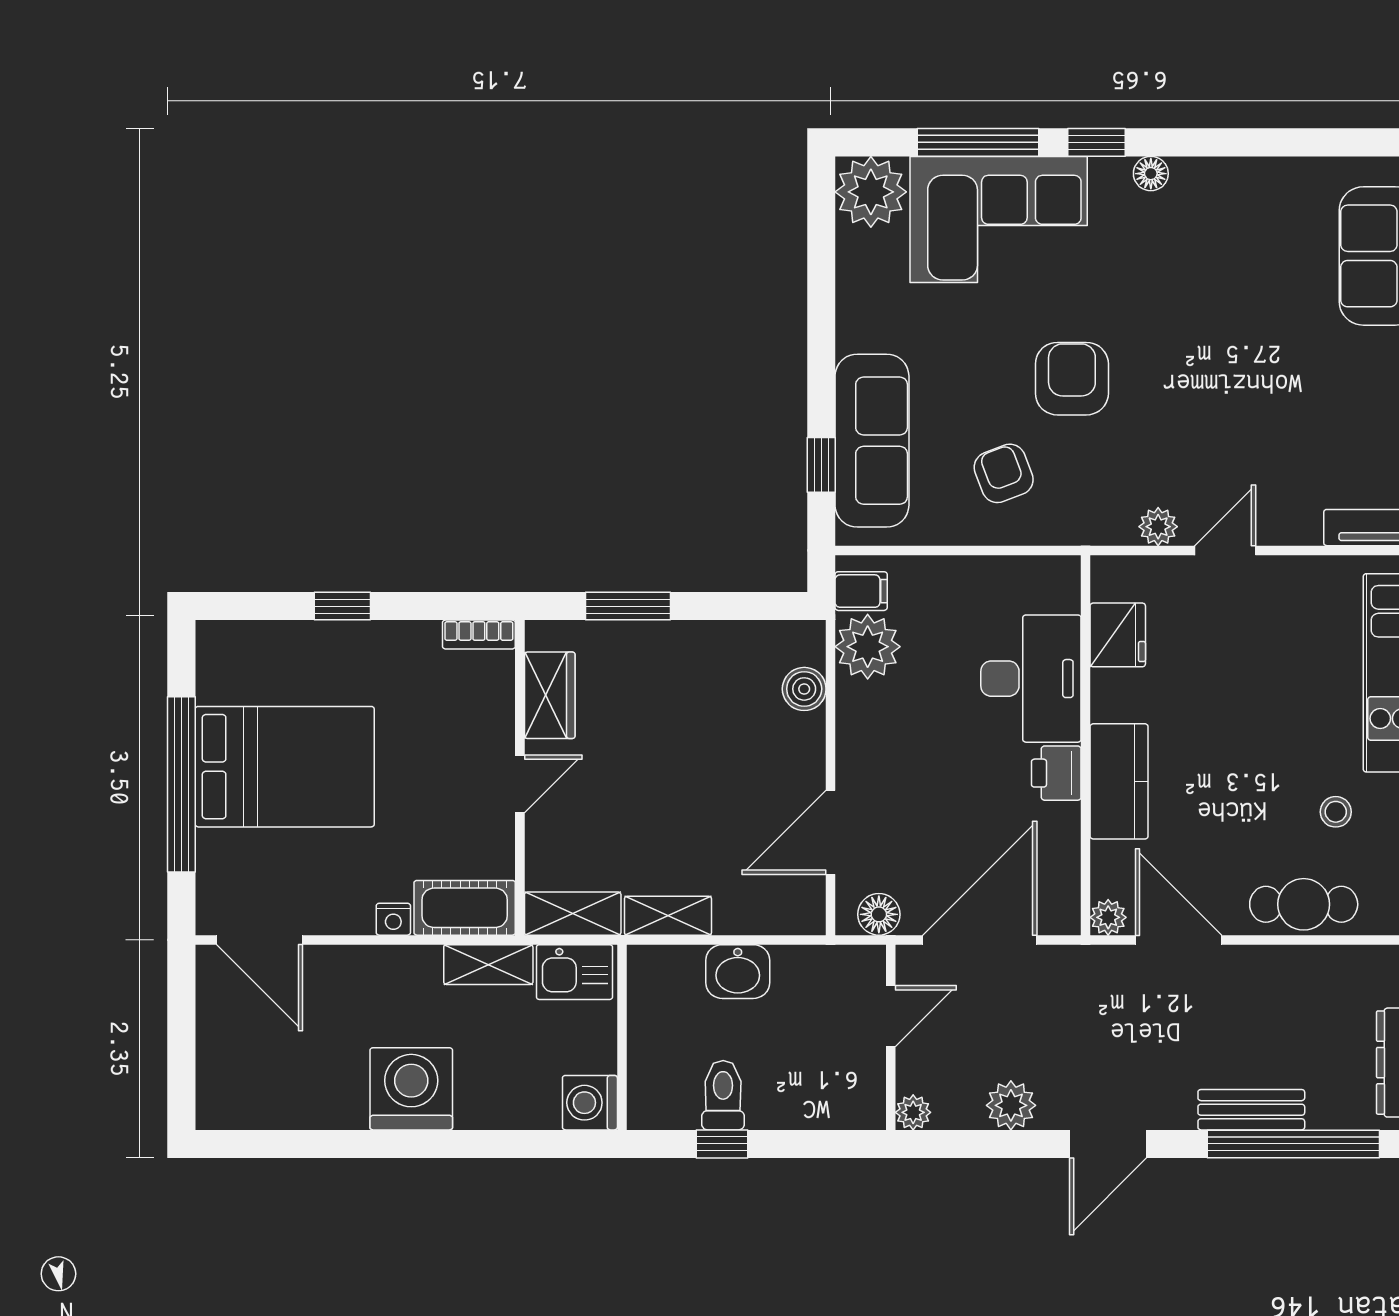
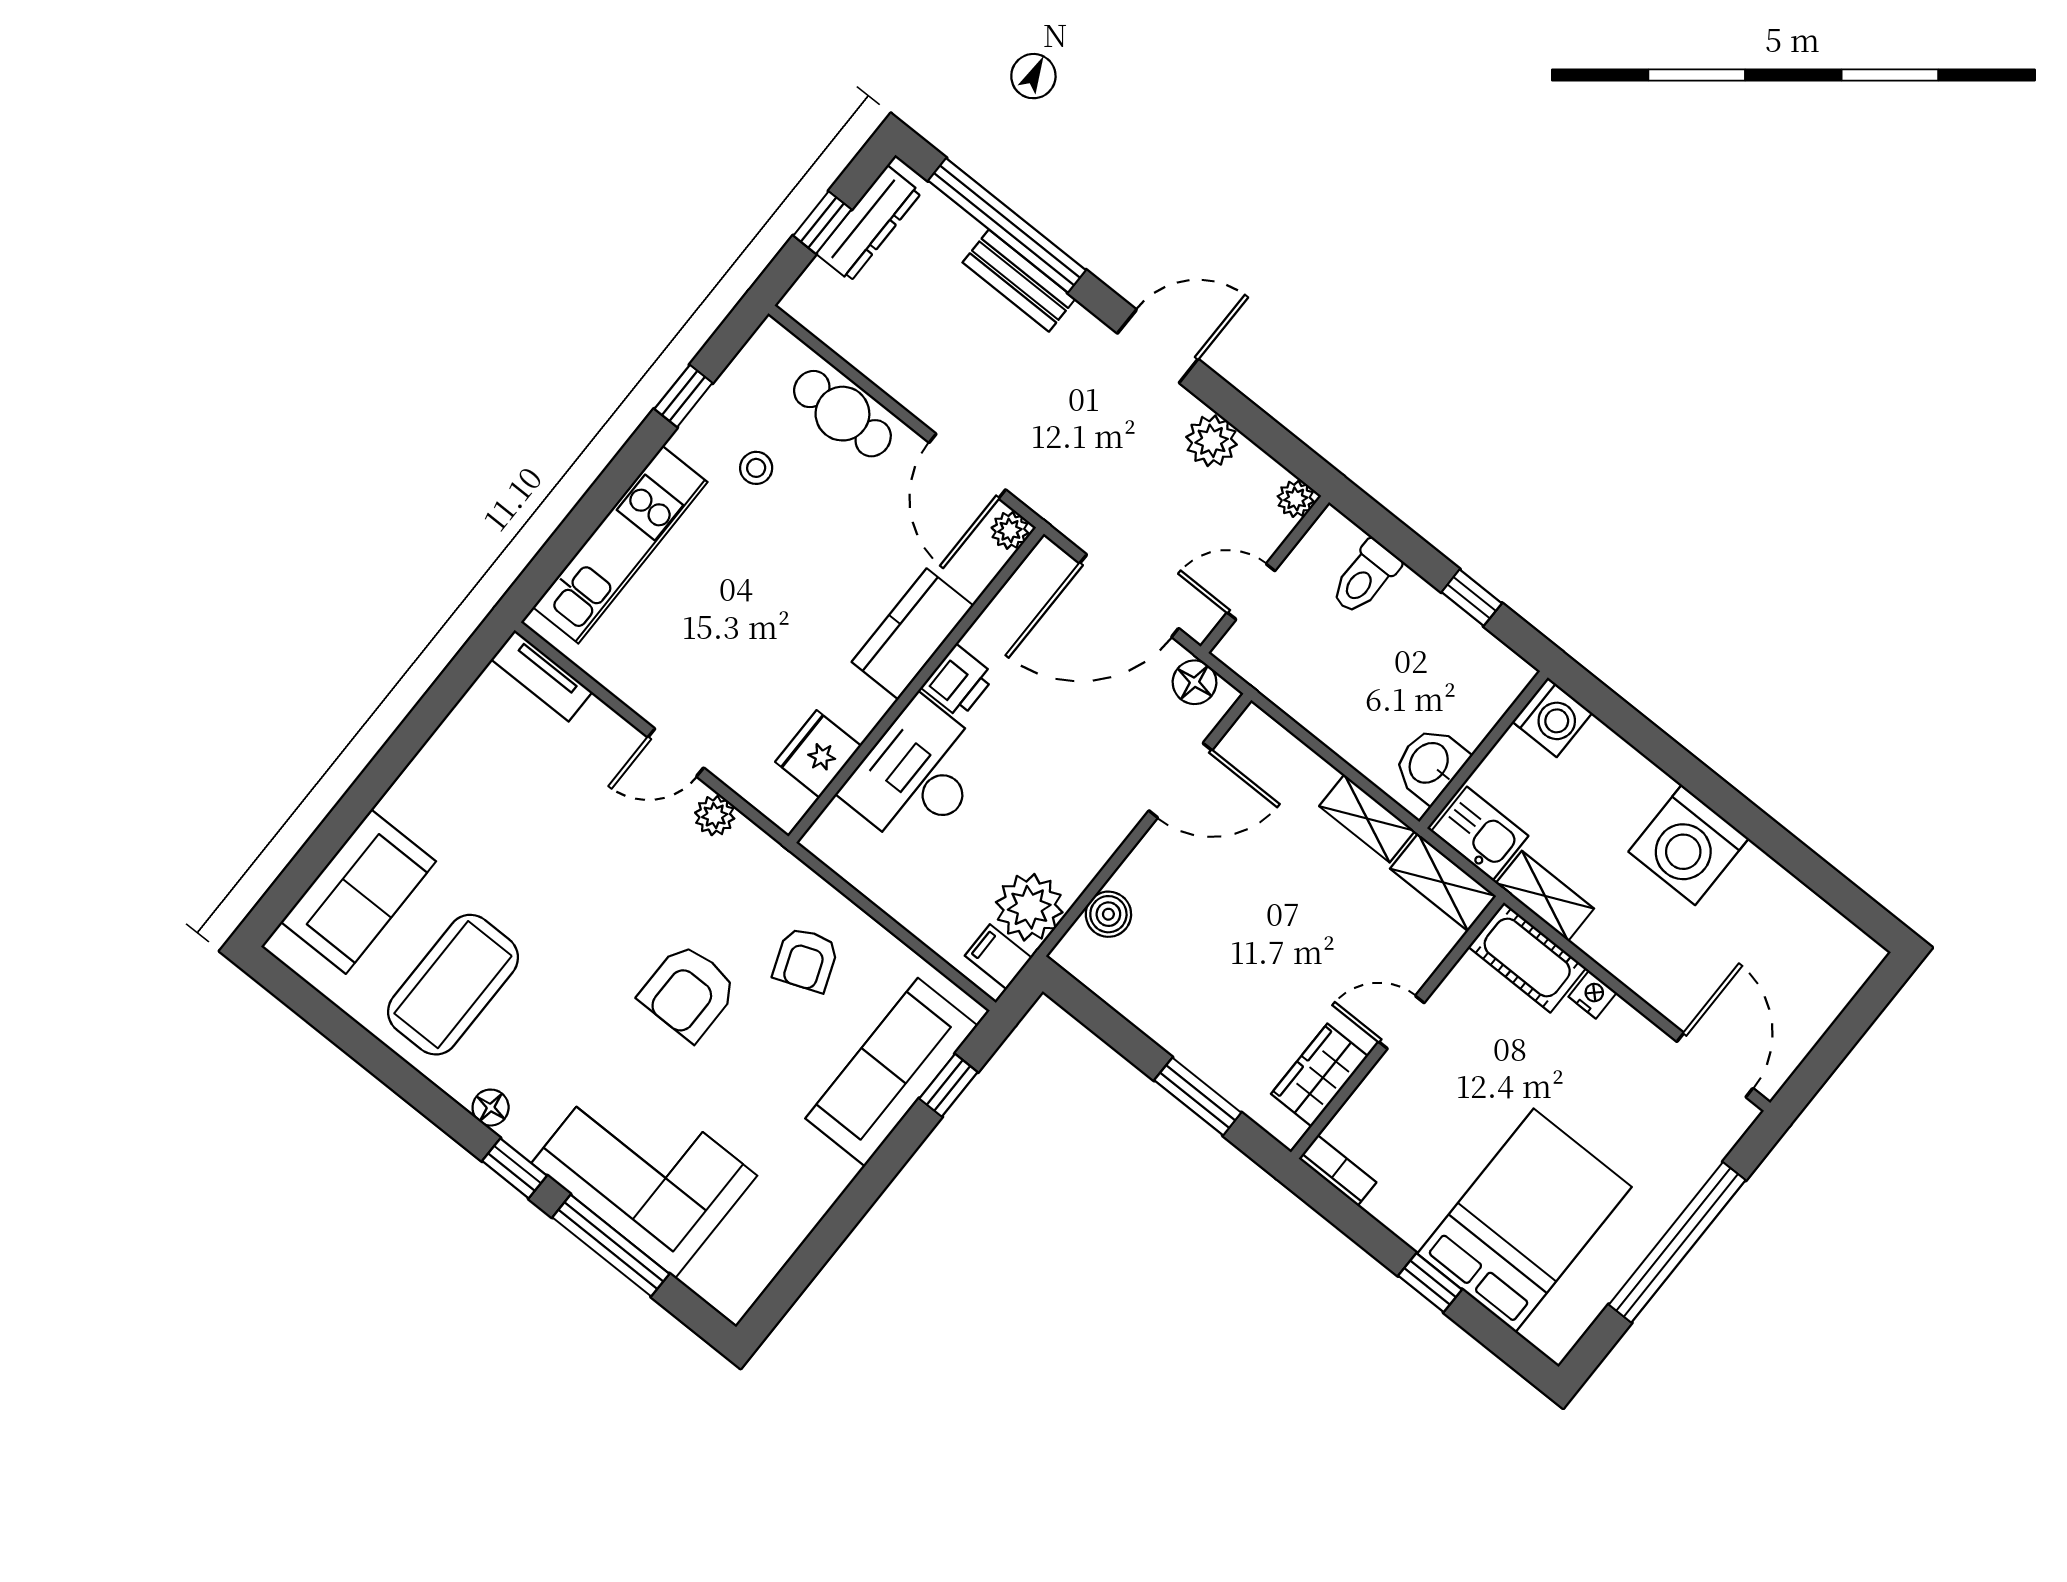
plant: (871, 192) -> (730, 1275), removed
coffee table: (1253, 243) -> (453, 985), added
bed: (285, 767) -> (1525, 1220), moved, turned 90
washbasin: (738, 972) -> (1430, 764), moved, turned -90
toilet: (723, 1095) -> (1365, 577), moved

